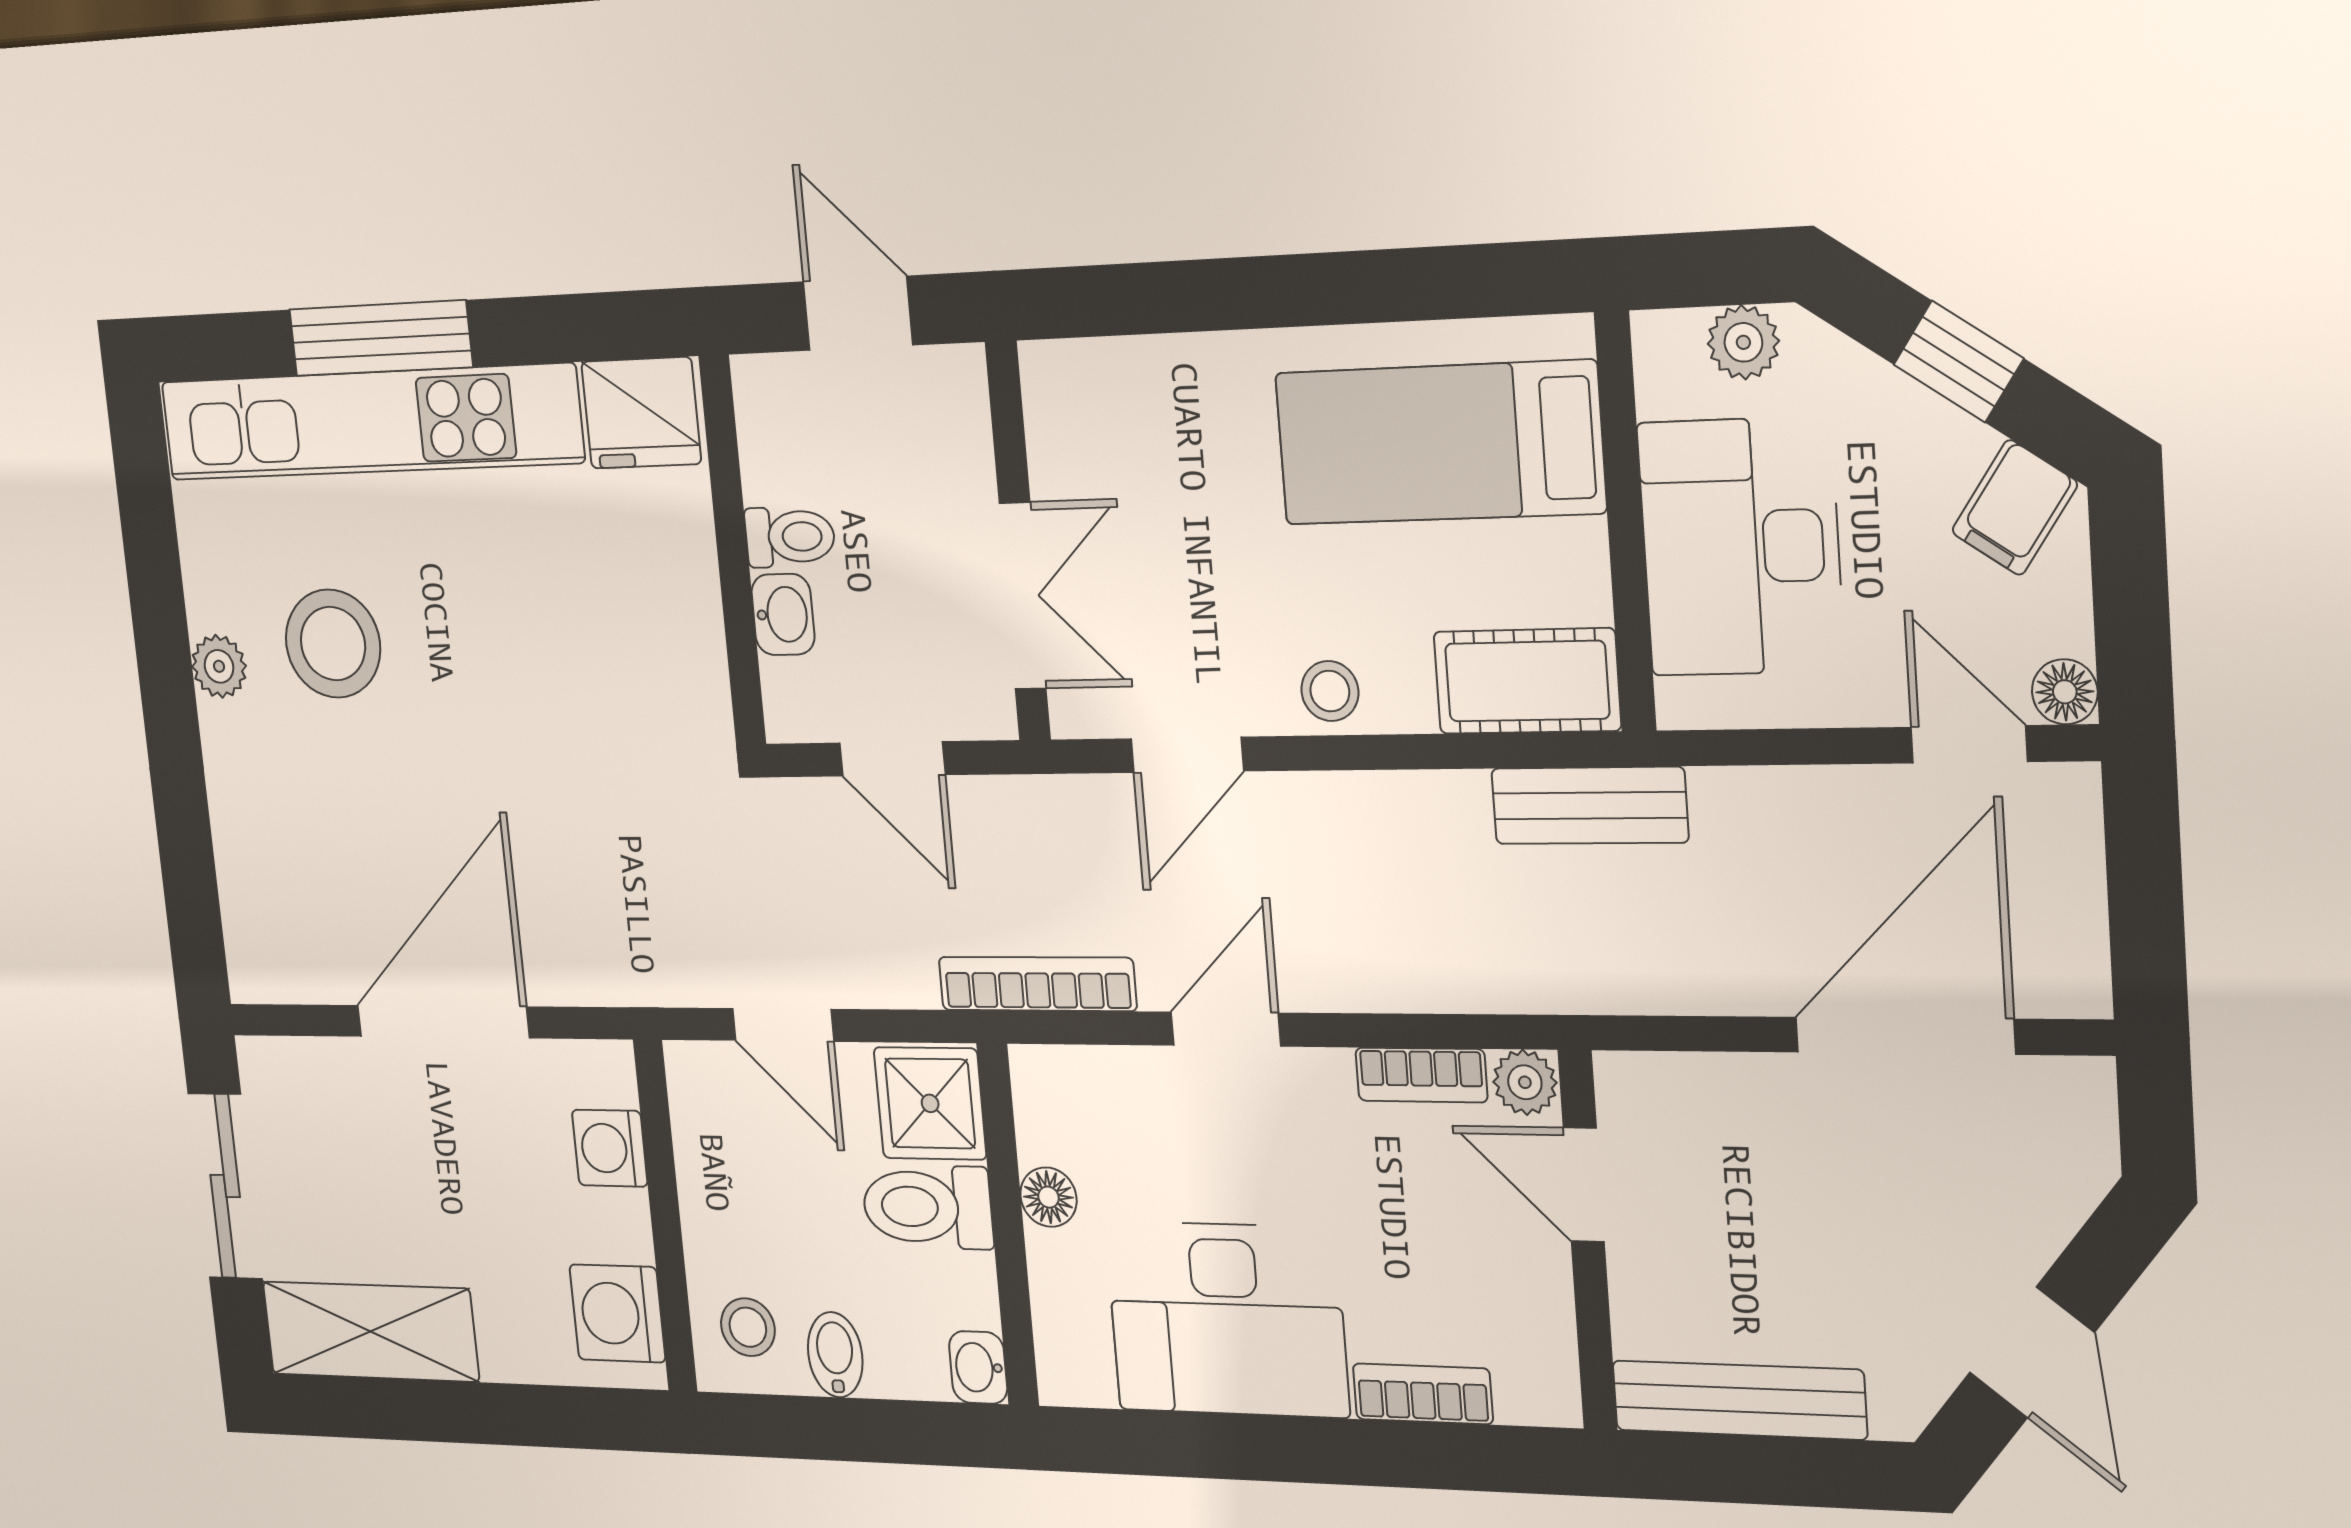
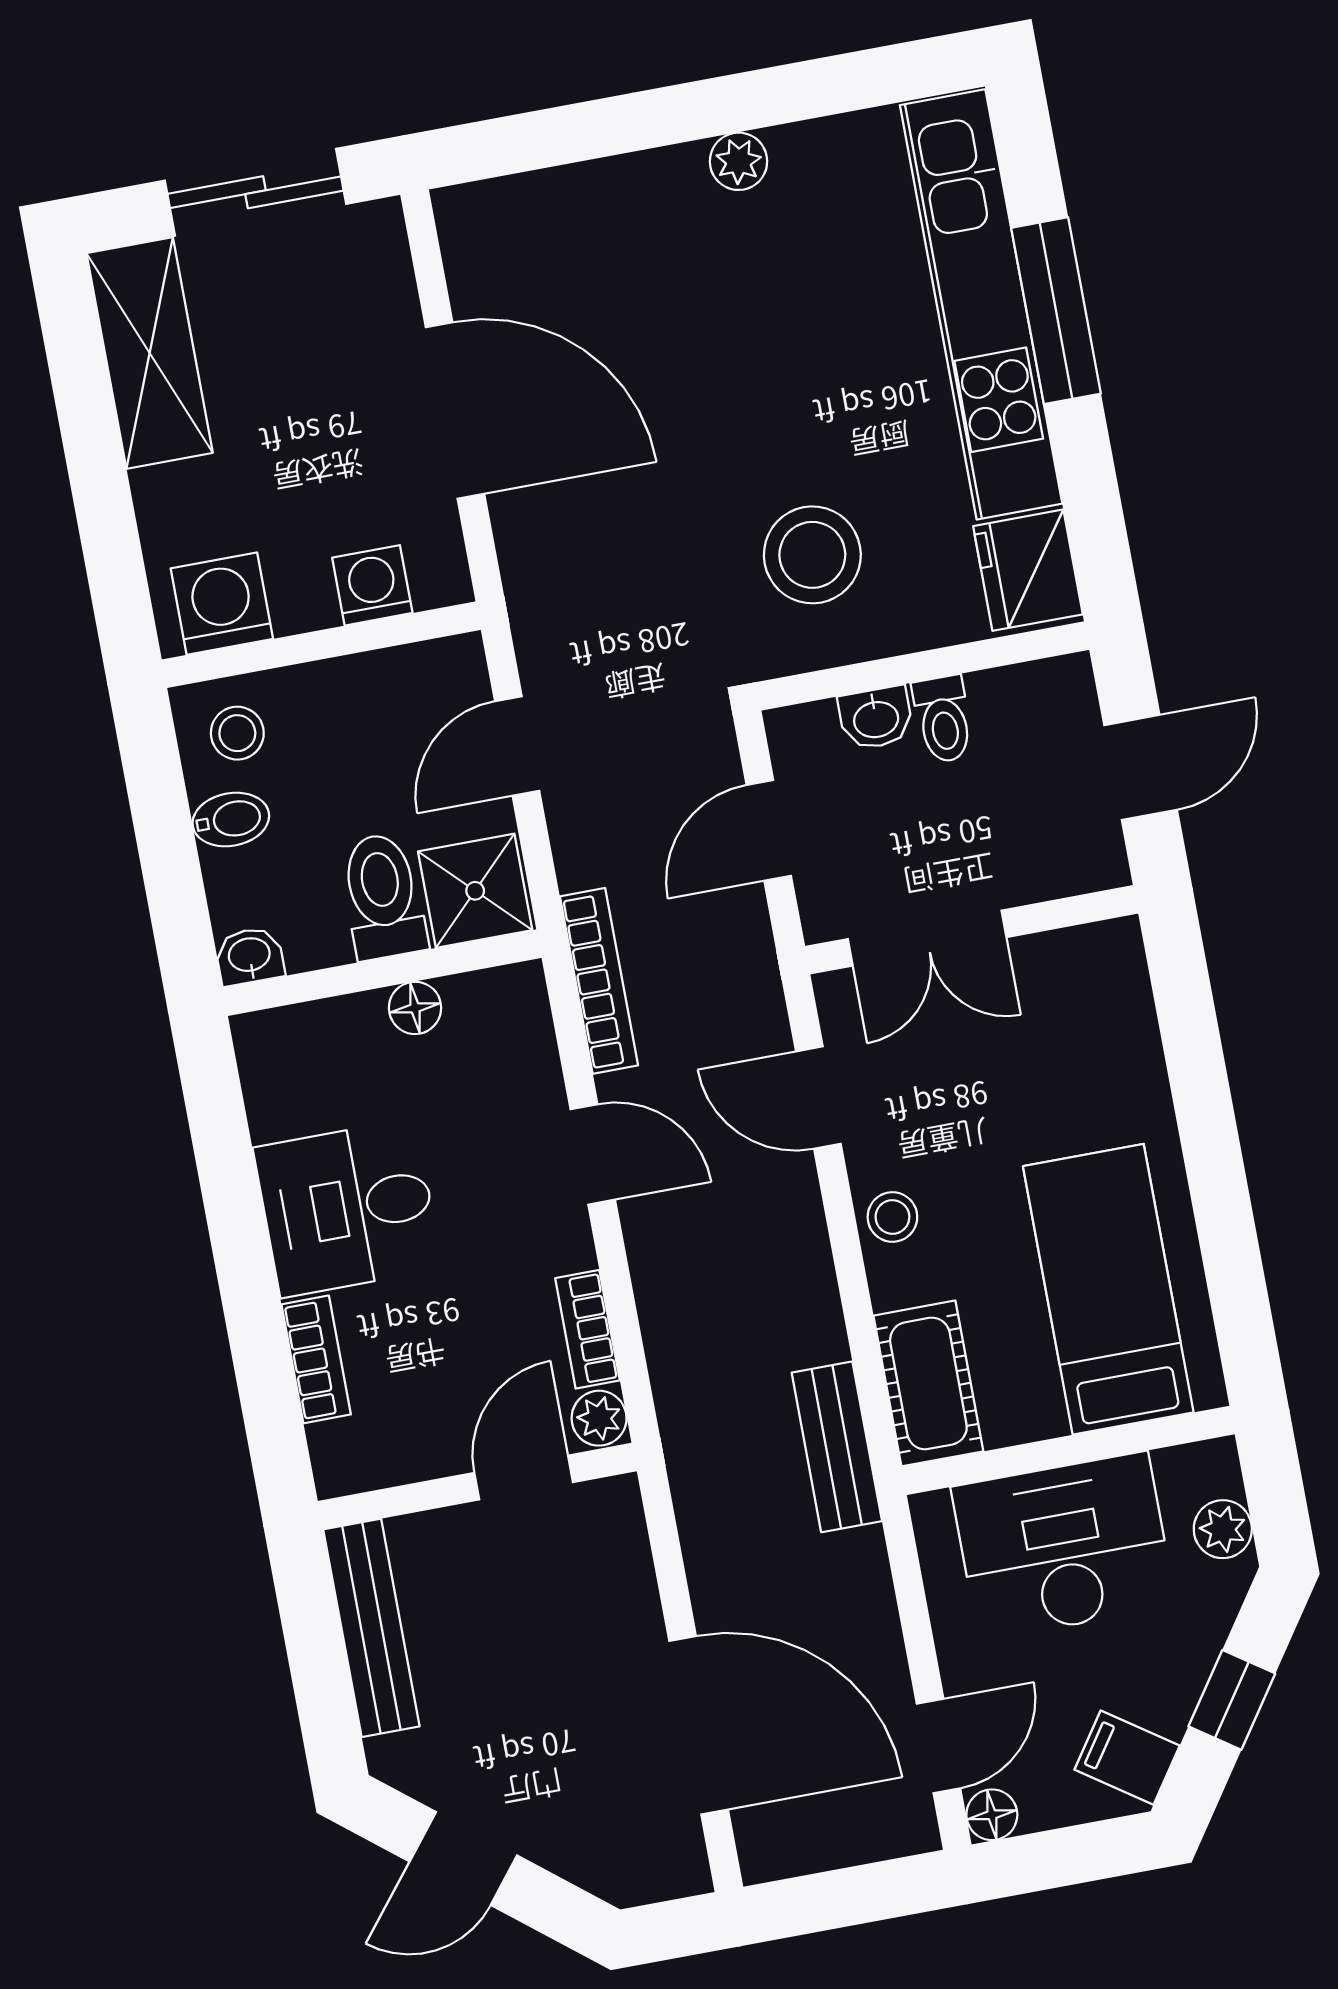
stool: (333, 644) -> (812, 555), moved
desk: (1227, 1319) -> (348, 1208), width x0.73

